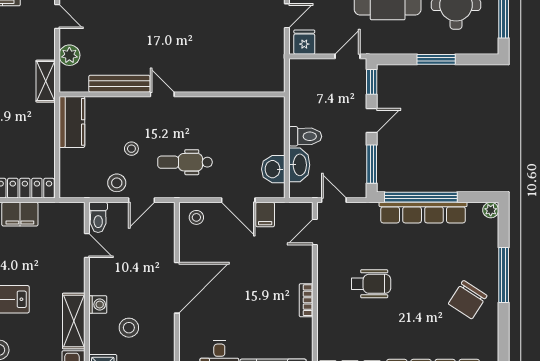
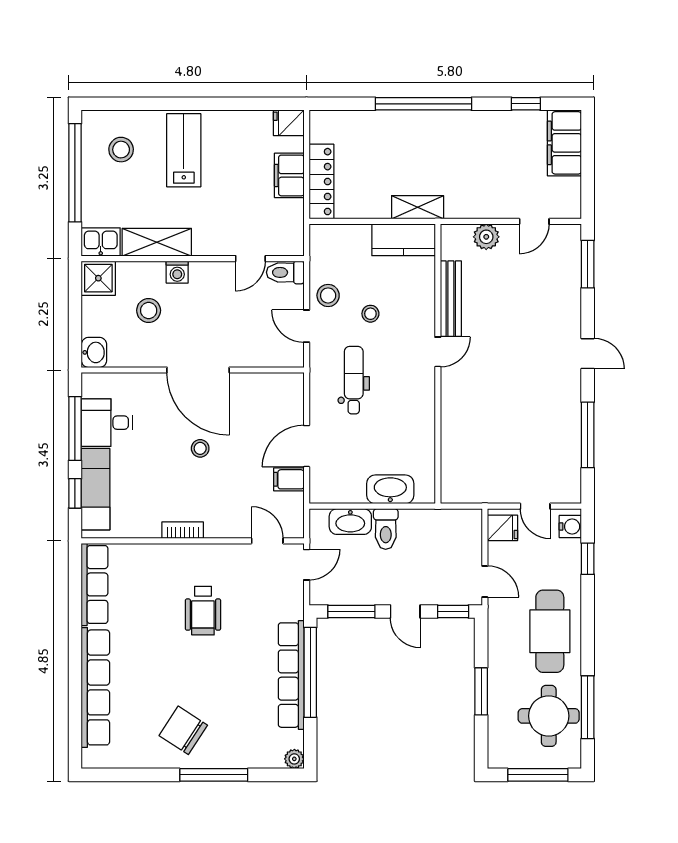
shelving: (46, 81) -> (418, 207), moved
washbasin: (273, 169) -> (390, 489), moved, width x1.38
stool: (196, 217) -> (200, 448), moved

